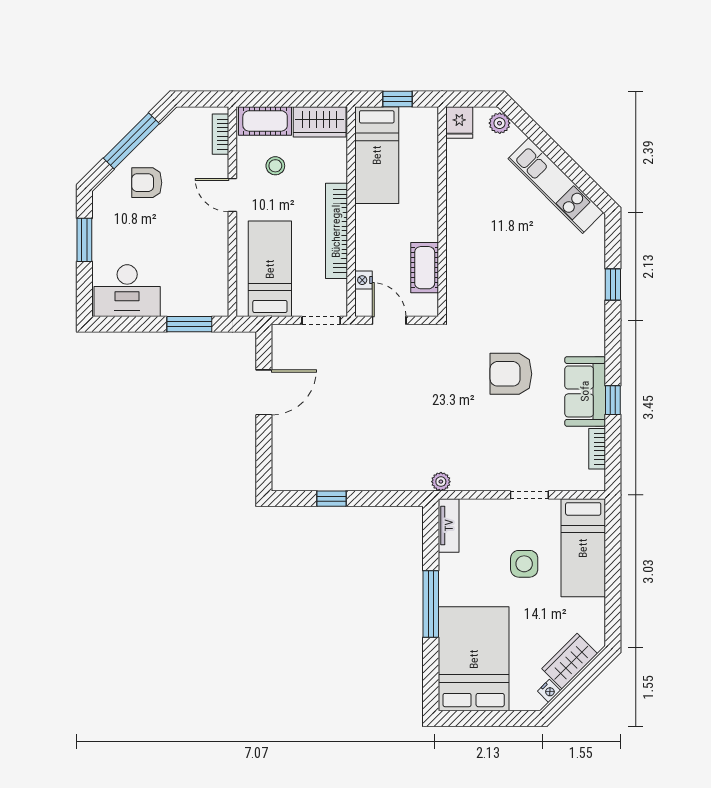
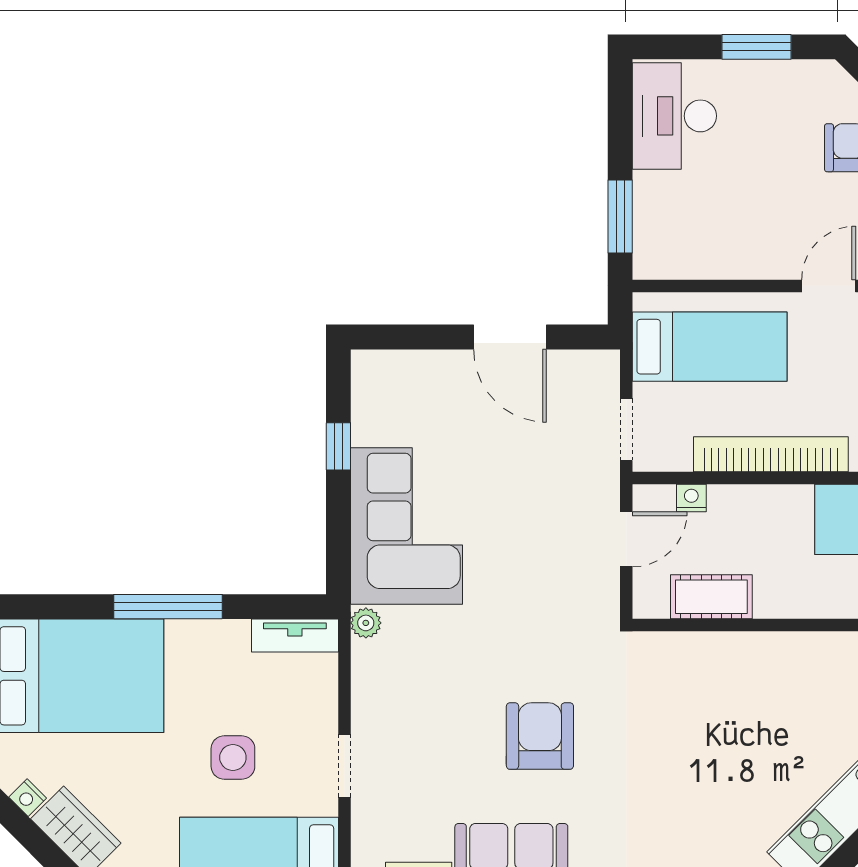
corner sofa: (381, 456) -> (406, 526), added

